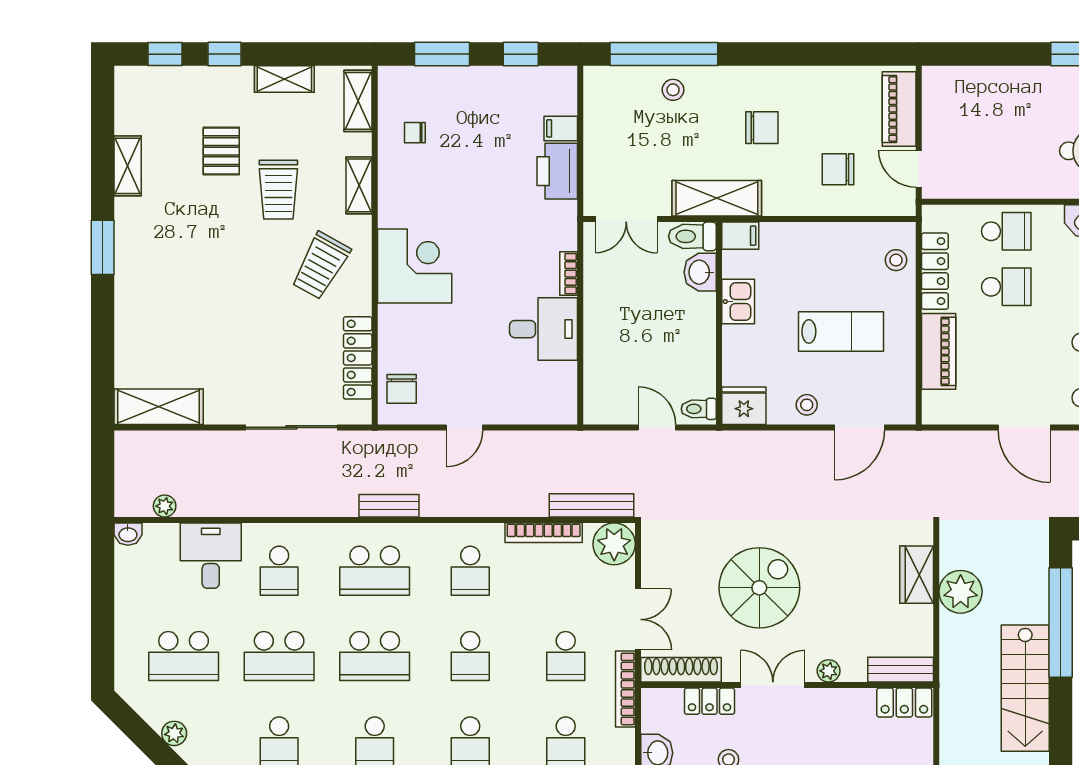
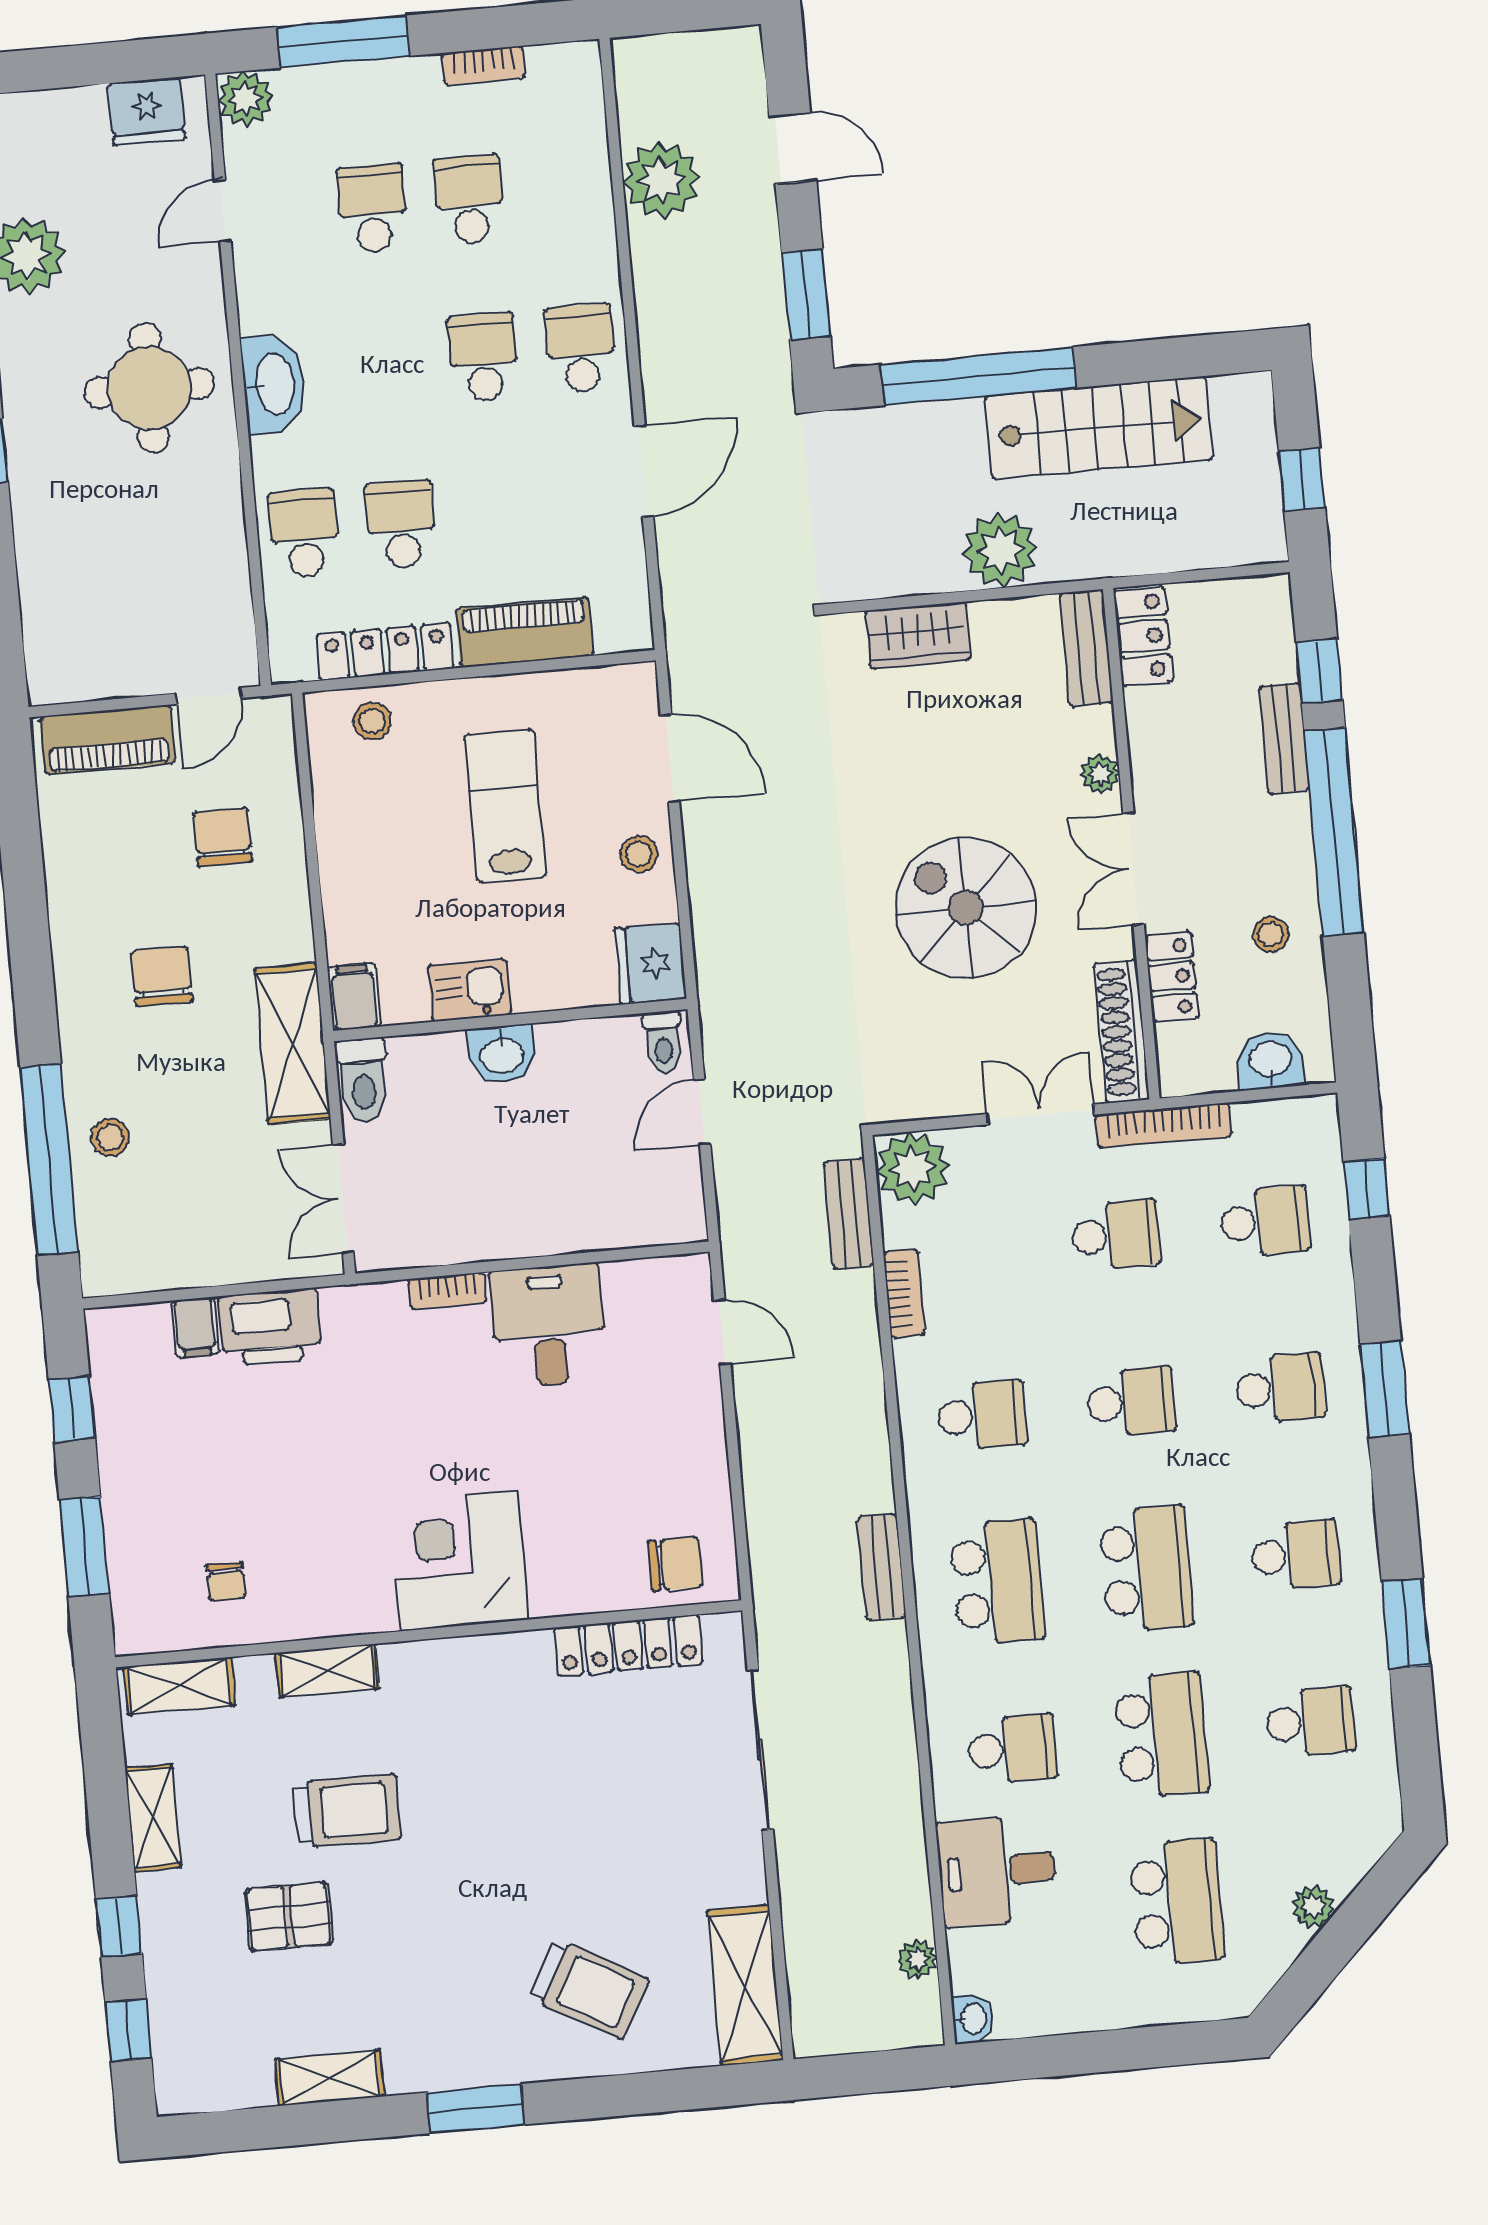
chair: (838, 169) -> (223, 837), turned 180
double door: (626, 219) -> (343, 1199), swing flipped
trolley: (321, 266) -> (589, 1989), moved
washbasin: (700, 272) -> (502, 1054), moved
door: (464, 427) -> (722, 1332), moved
bench: (591, 505) -> (849, 1214), width x0.73
bookcase: (544, 533) -> (904, 1293), width x0.64
plant: (961, 592) -> (1000, 550), moved

